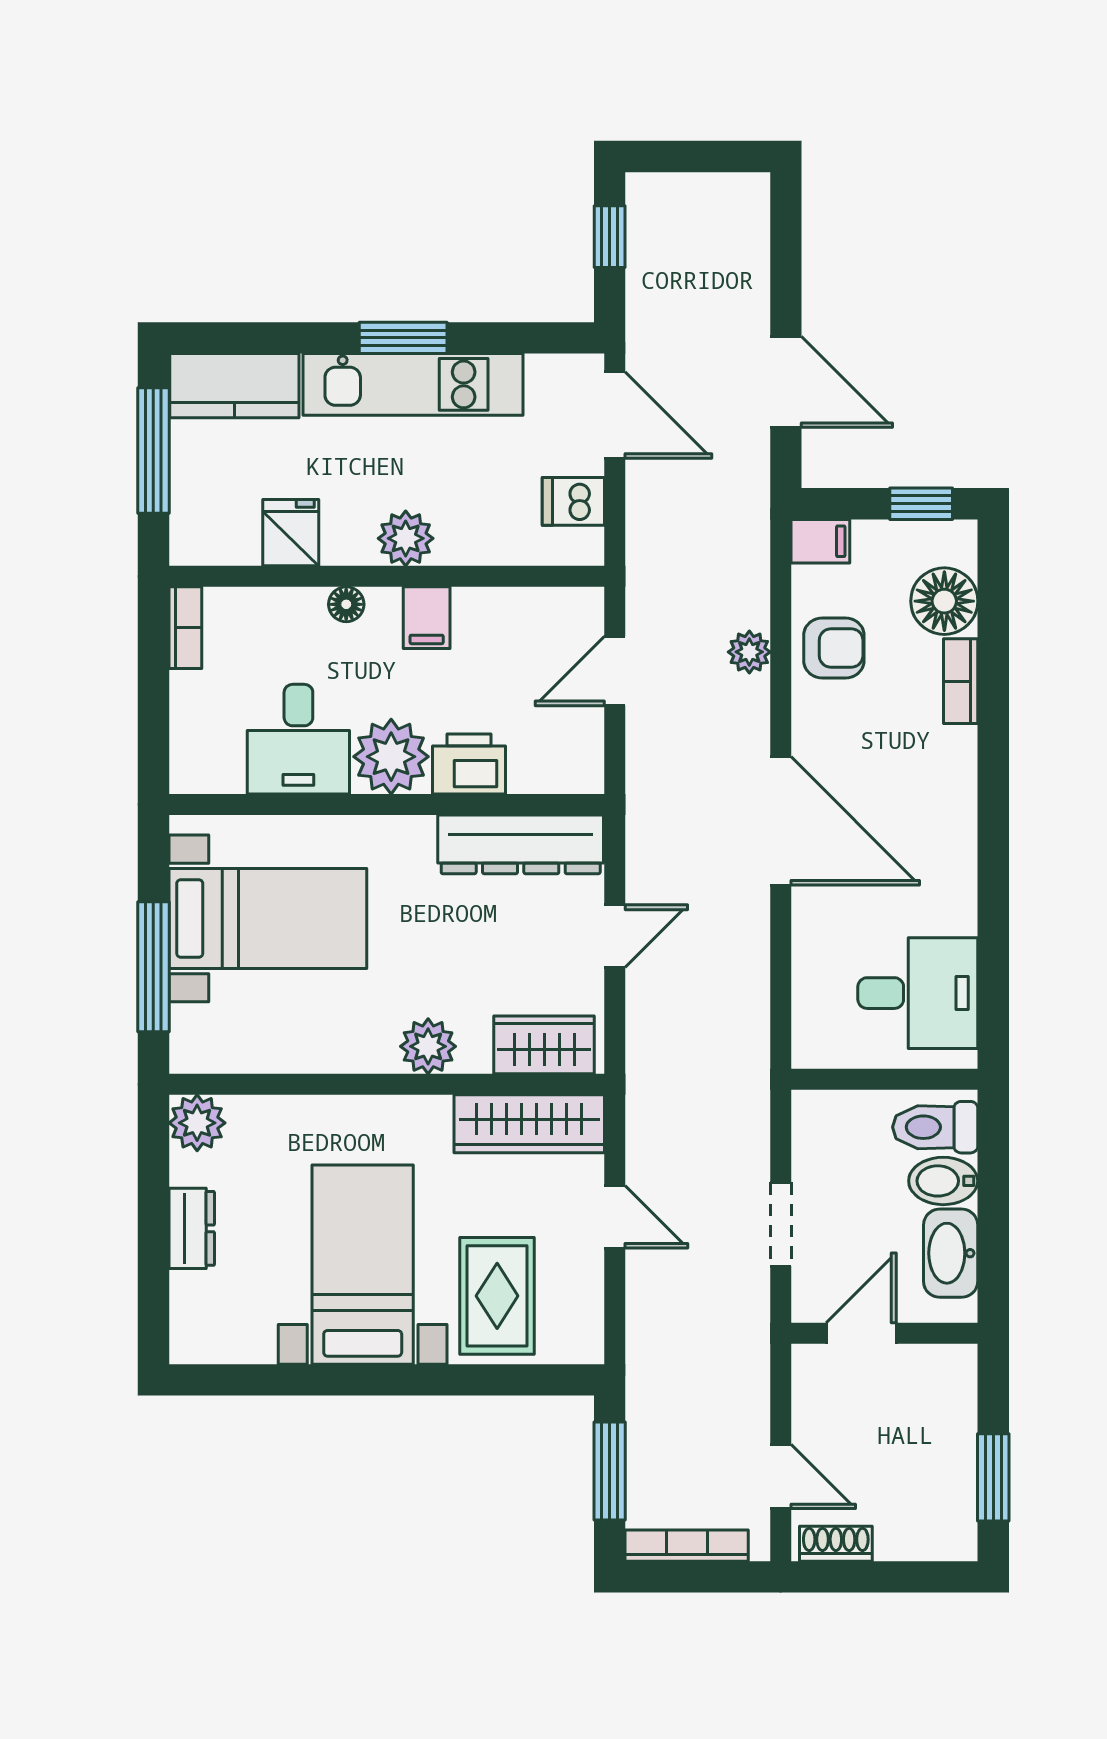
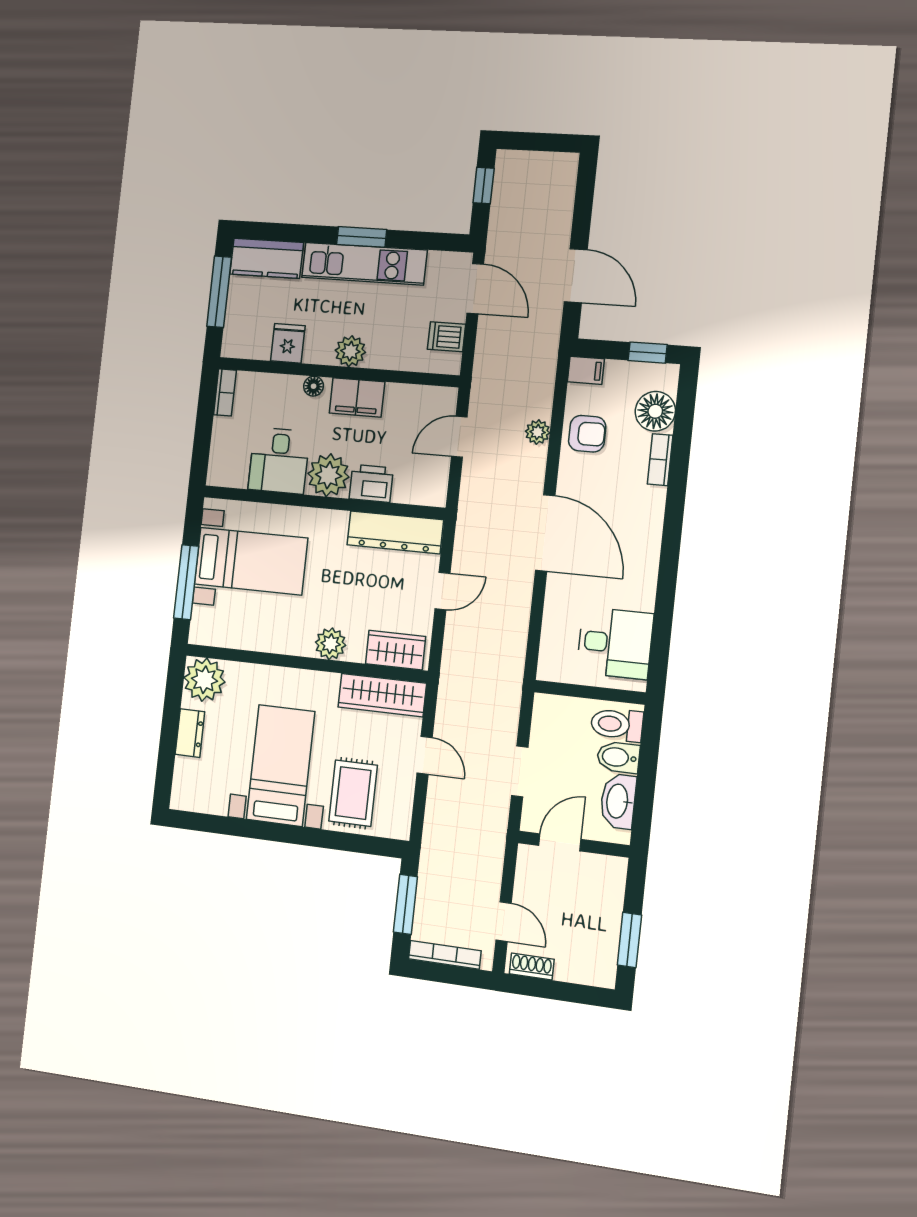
filing cabinet: (427, 618) -> (357, 397), width x2.00
plant: (197, 1123) -> (204, 680), width x1.36, depth x1.36

